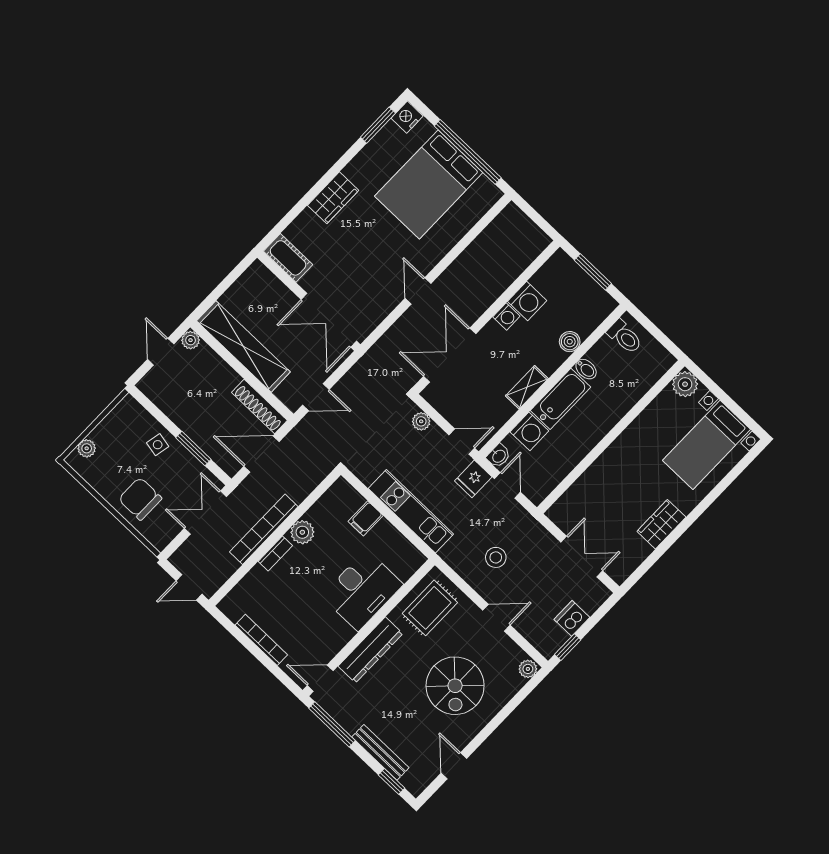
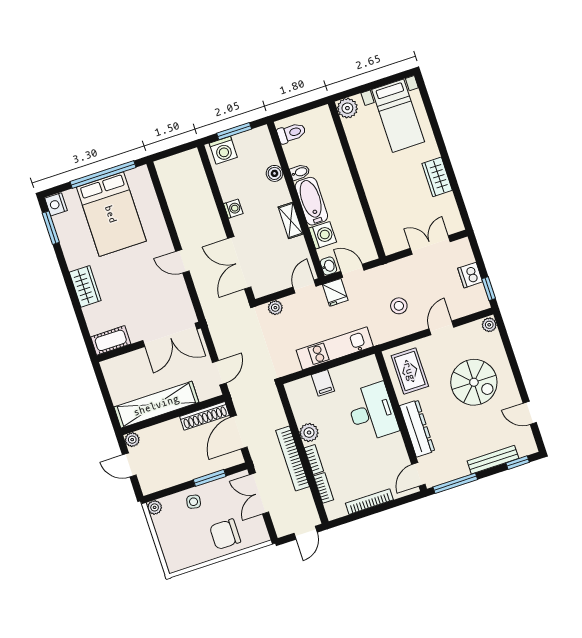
washing machine: (527, 301) -> (223, 150), moved, turned 90
plant: (87, 448) -> (155, 507), moved
bookcase: (249, 581) -> (324, 488), added

